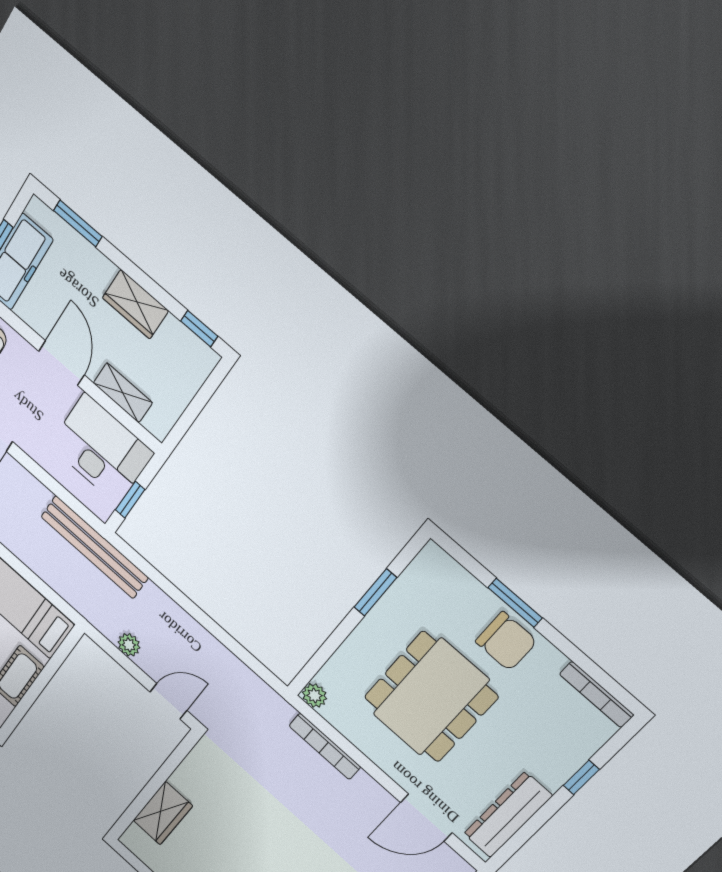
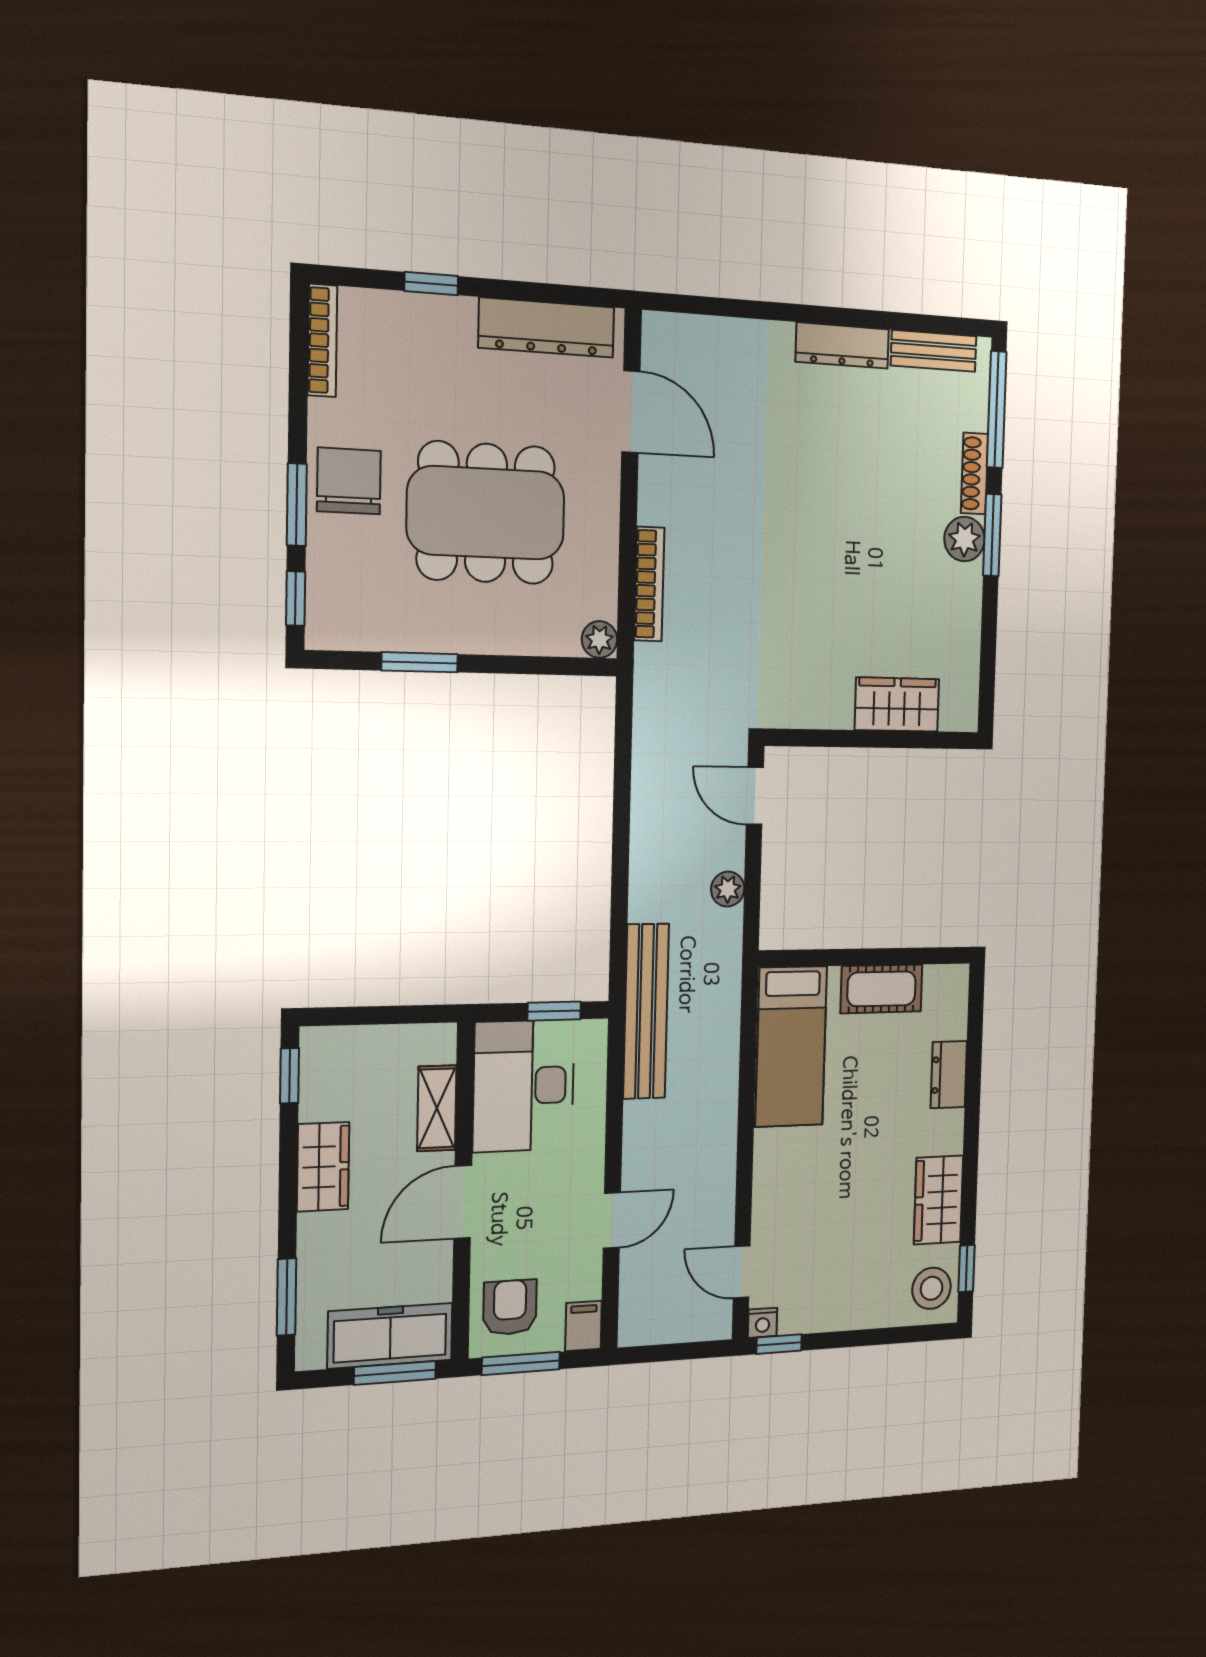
window: (463, 557) -> (296, 599), added

